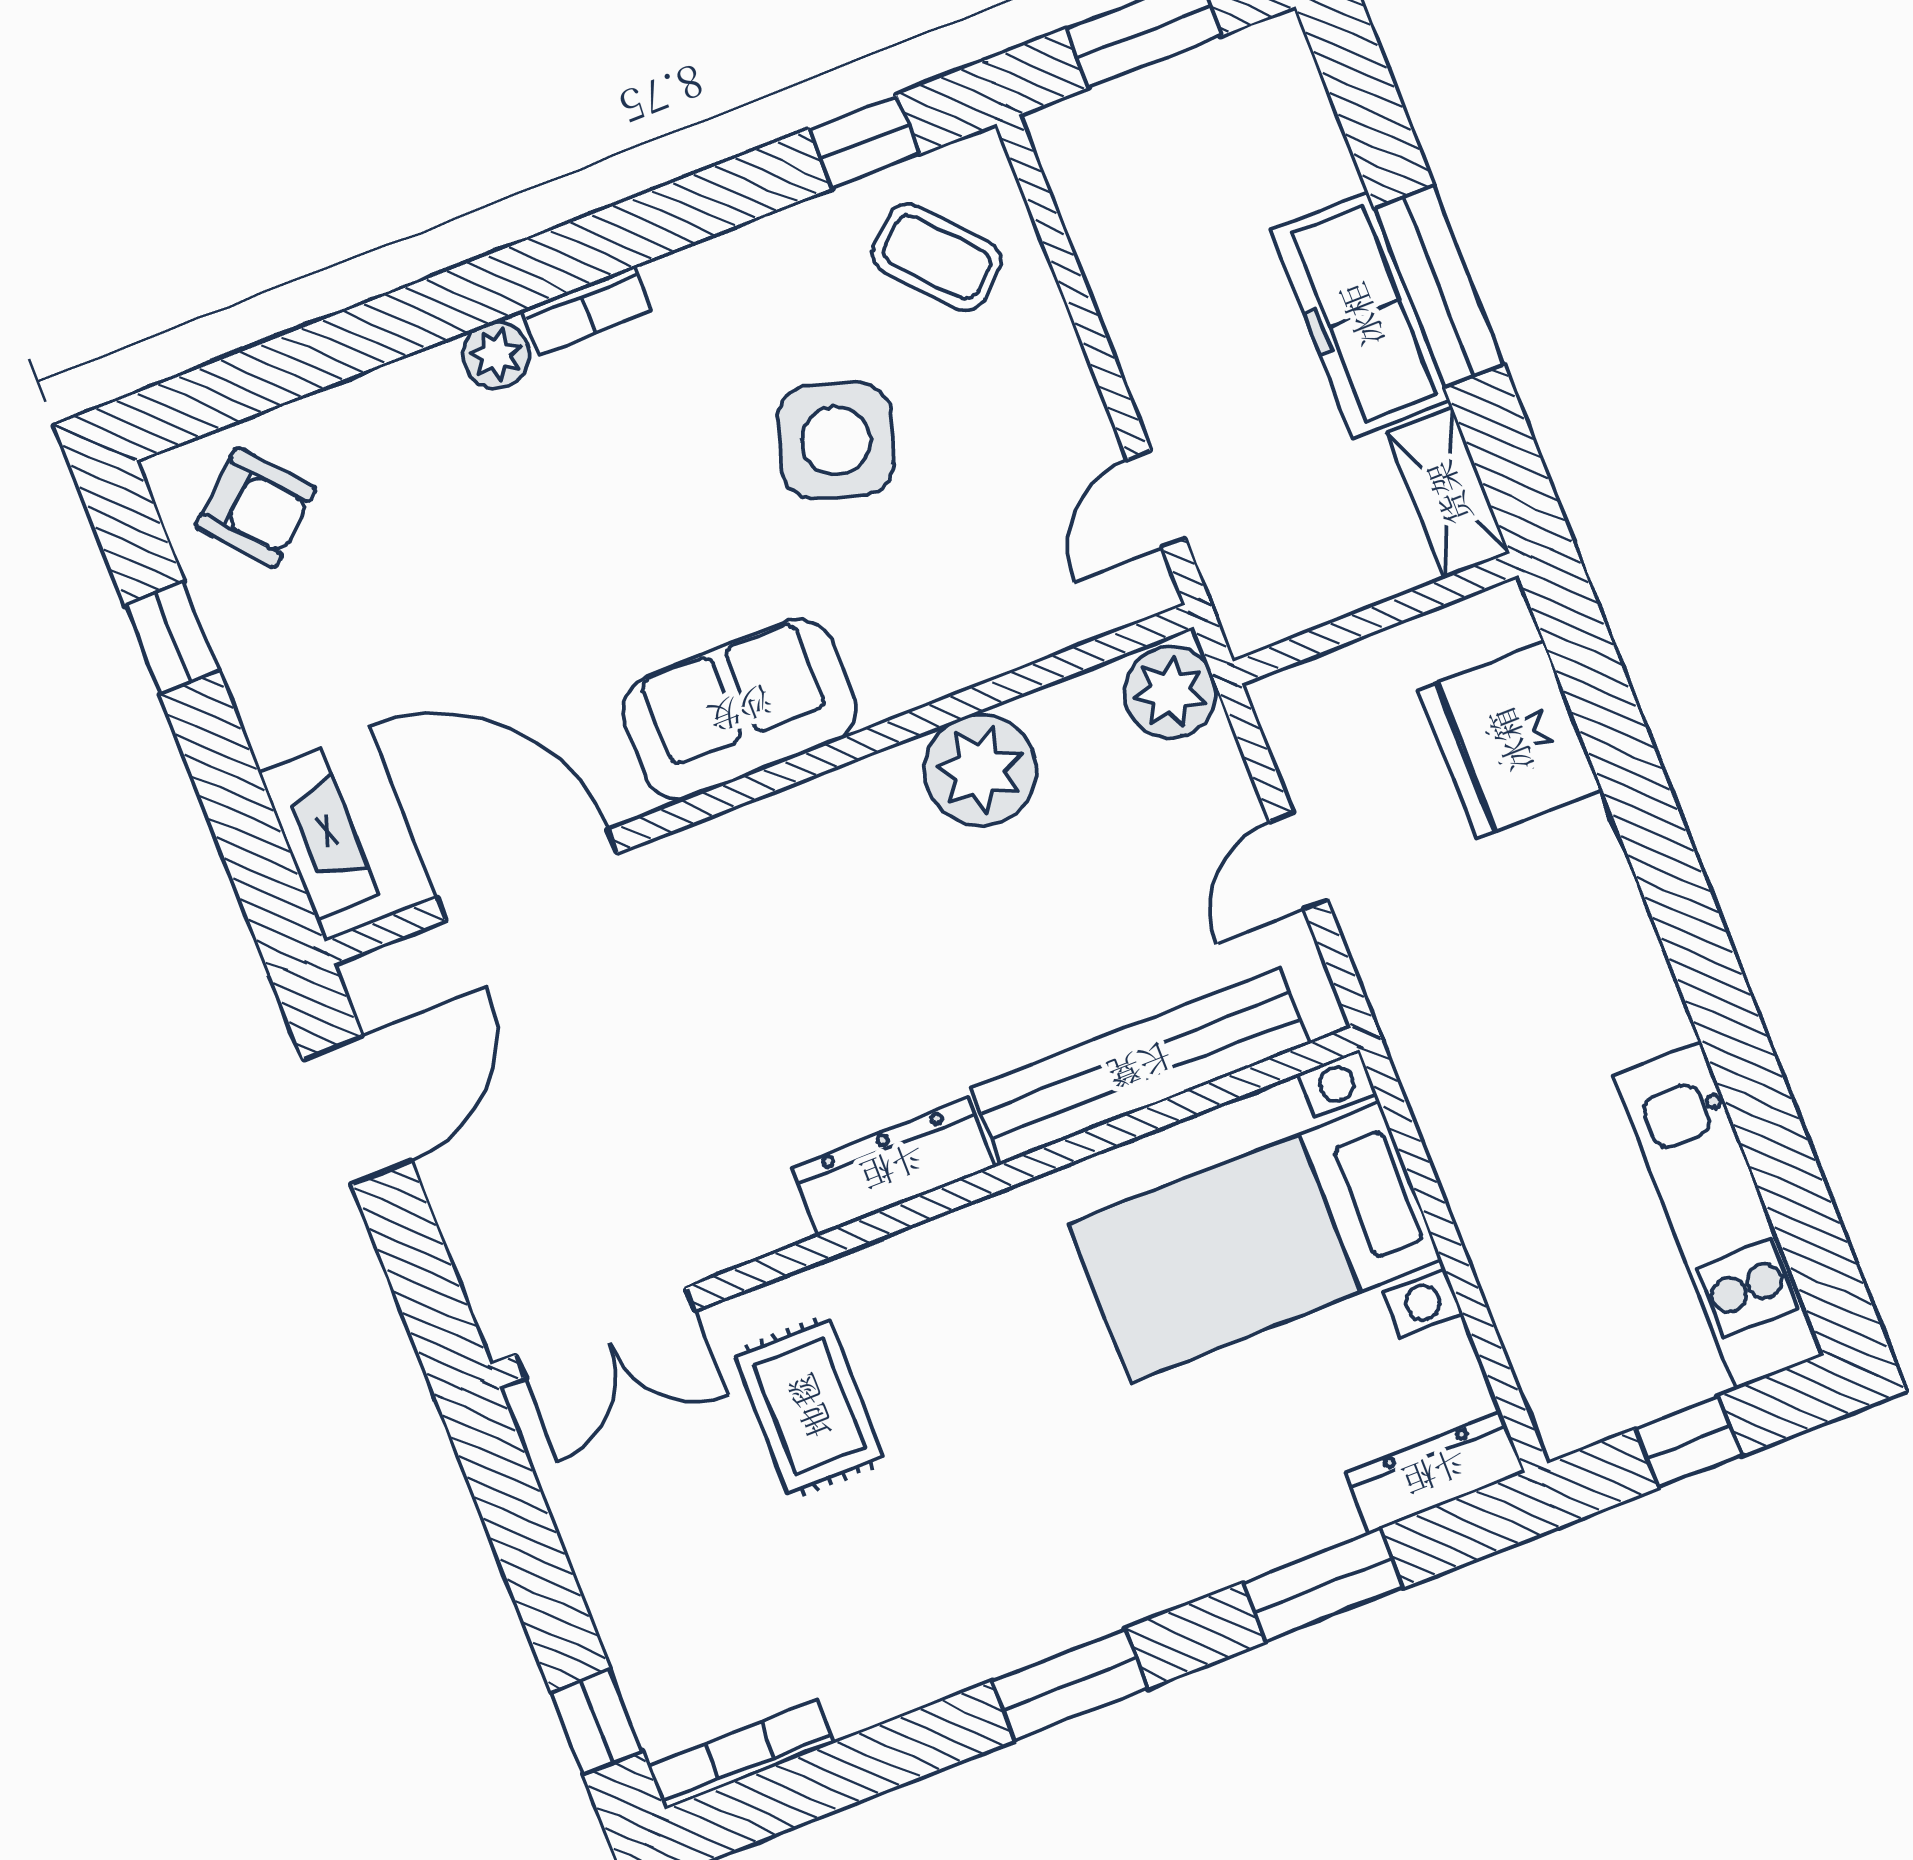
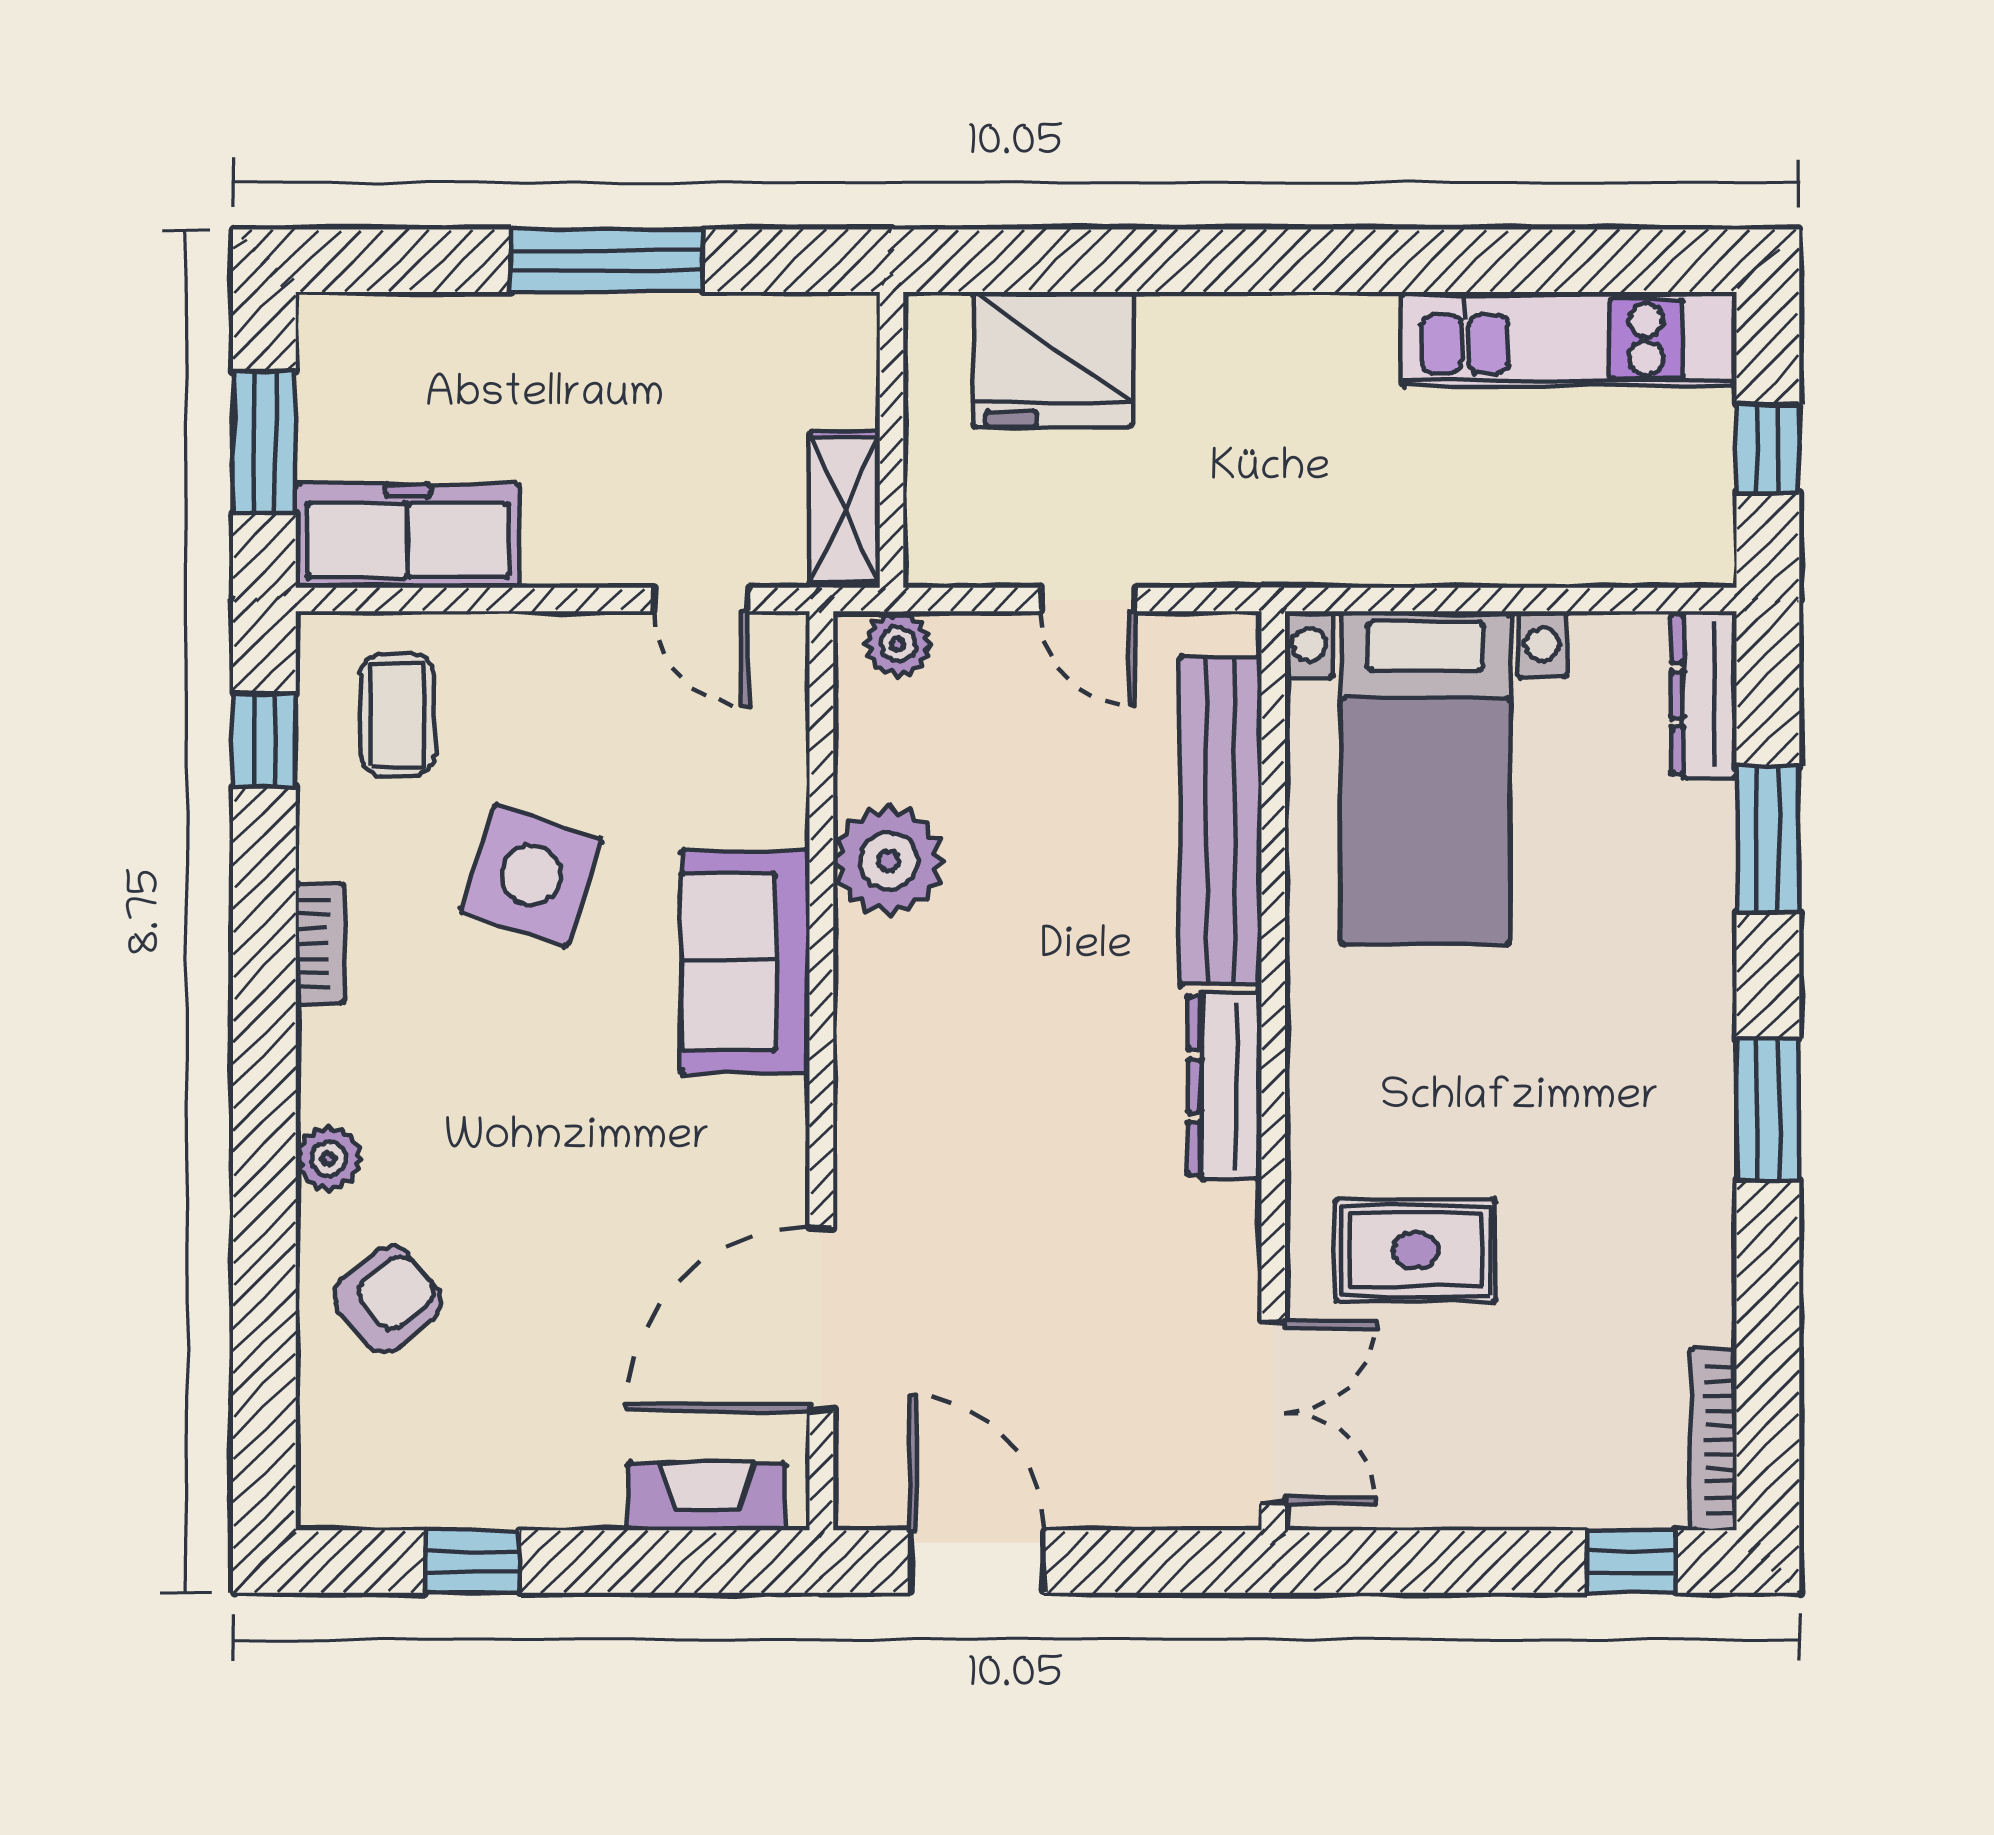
coffee table: (937, 257) -> (398, 715), turned -48
bookcase: (586, 310) -> (320, 943), moved
freezer: (1361, 315) -> (407, 536), moved, turned 180
shelving: (1448, 493) -> (845, 510), moved, turned 90
armchair: (256, 508) -> (388, 1299), moved
plant: (1170, 692) -> (898, 644), width x0.73, depth x0.73
sofa: (740, 710) -> (745, 961), moved

